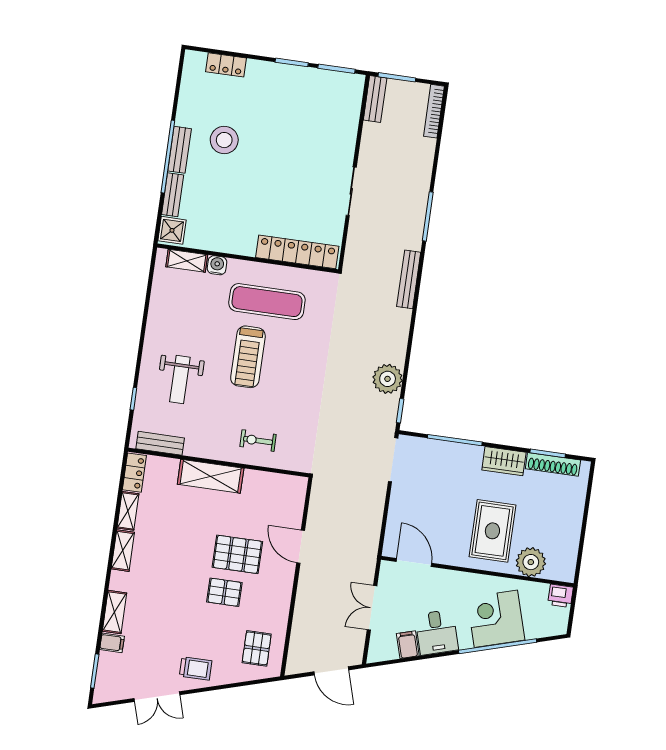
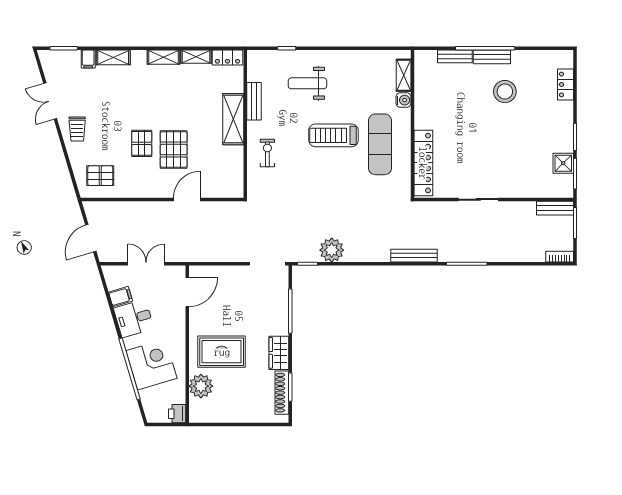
bookcase: (434, 111) -> (560, 257), width x0.64
shower: (172, 230) -> (563, 163), moved
bench: (160, 443) -> (254, 101), moved

